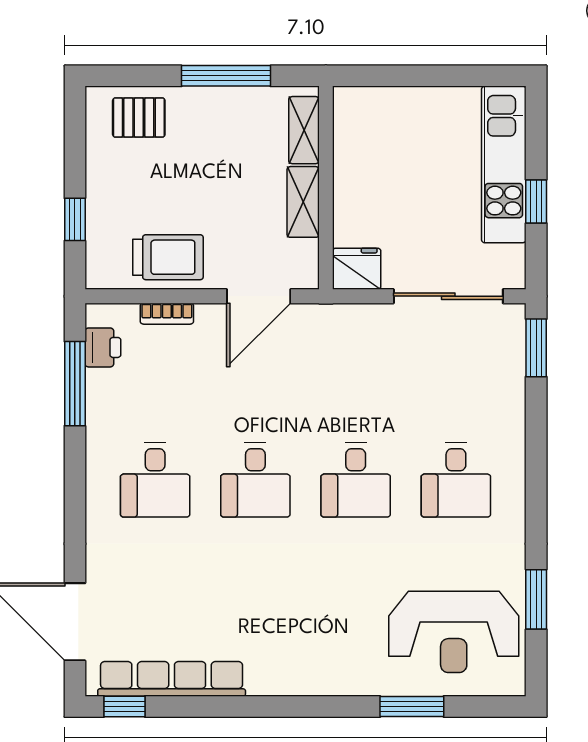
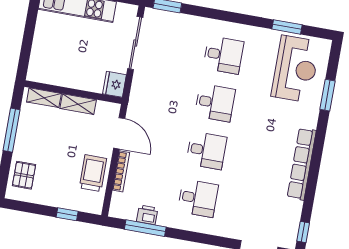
bookcase: (167, 314) -> (121, 171), width x1.56
printer: (103, 347) -> (147, 215), moved
row of seats: (172, 679) -> (302, 164), moved

